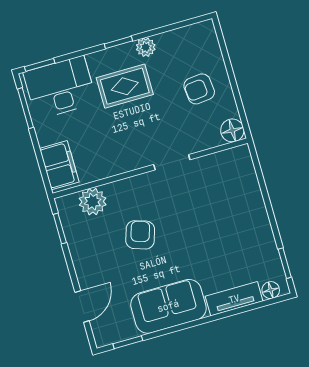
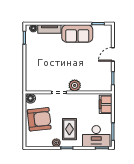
rug: (125, 86) -> (69, 129), turned 90
armchair: (199, 89) -> (39, 119), width x1.88, depth x1.88
plant: (93, 202) -> (75, 85), moved
armchair: (140, 235) -> (81, 66), removed
door: (82, 307) -> (113, 54), moved

